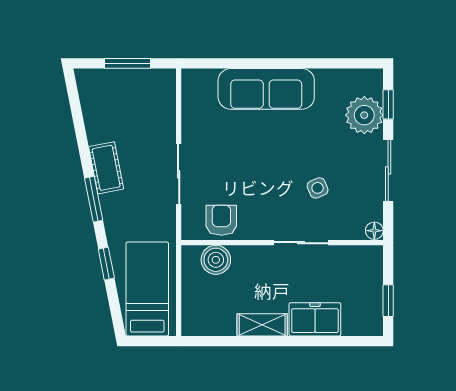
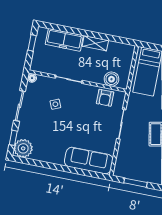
sofa: (266, 89) -> (89, 161), moved
plant: (364, 115) -> (23, 148), moved
freezer: (315, 319) -> (64, 40), width x1.40

